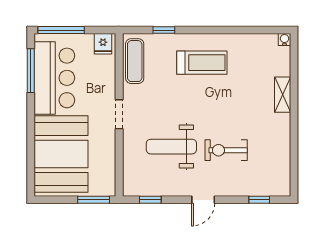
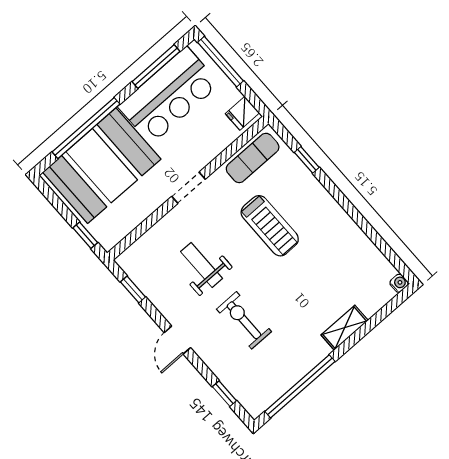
treadmill: (202, 63) -> (270, 226), moved
window: (31, 144) -> (86, 128), added
weight bench: (171, 147) -> (202, 265), width x0.73, depth x0.75
window: (294, 151) -> (300, 386), added
window: (94, 200) -> (85, 235), width x0.67
door: (203, 200) -> (177, 340), hinge flipped

